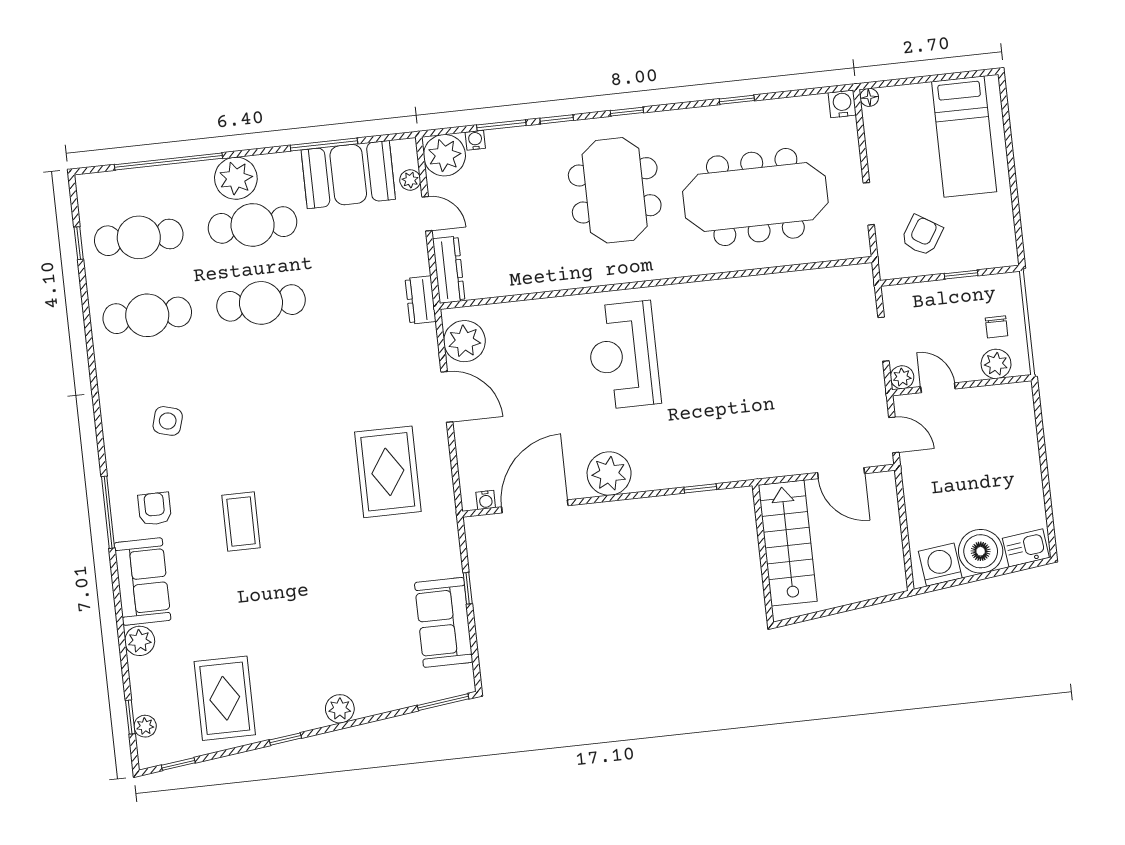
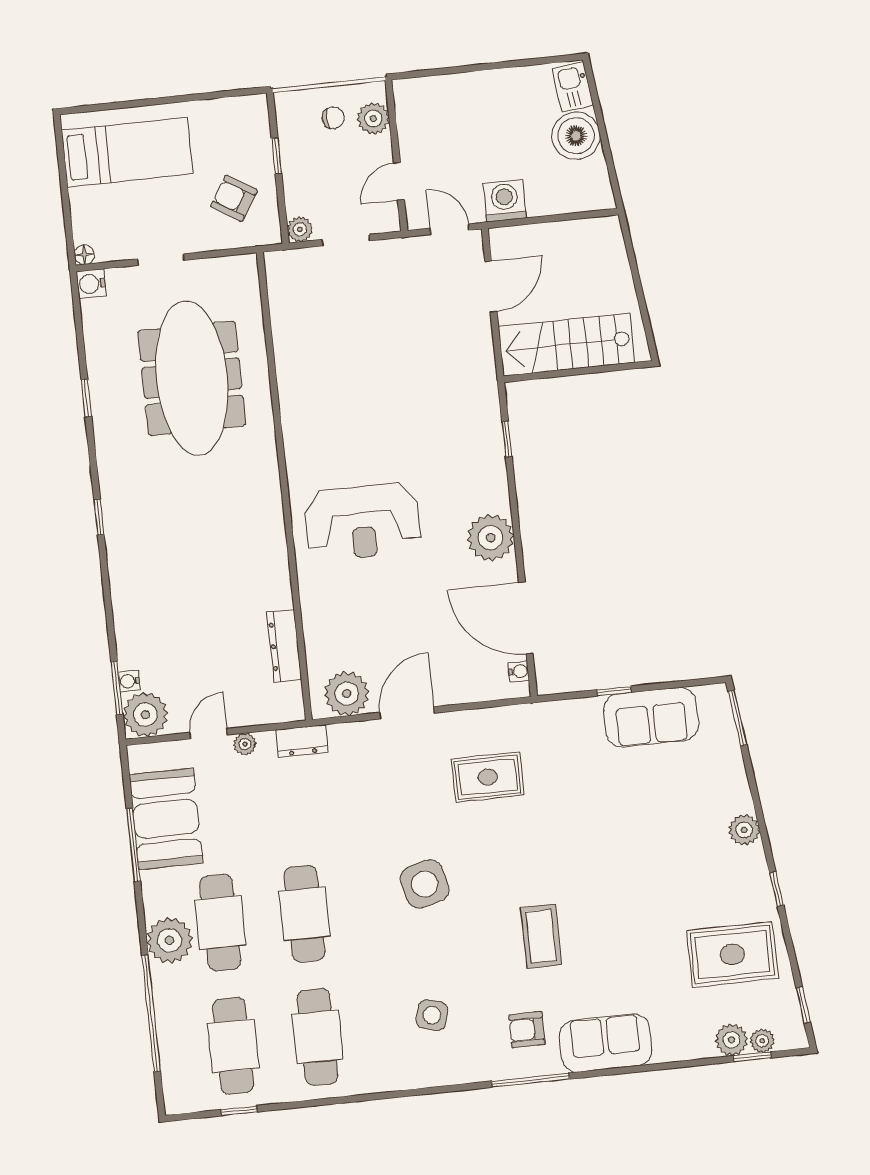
window: (557, 119) -> (107, 593), removed
window: (501, 125) -> (117, 688), moved
plant: (410, 180) -> (245, 744), moved
meeting table: (615, 190) -> (184, 530), removed
doorway: (869, 204) -> (161, 260), moved
dresser: (449, 270) -> (284, 646), moved, turned -90
plant: (902, 377) -> (300, 229), moved
side table: (289, 414) -> (425, 884), added
door: (894, 435) -> (450, 229), hinge flipped
rug: (388, 472) -> (488, 777), width x0.73, depth x0.70
coffee table: (241, 522) -> (541, 936), turned 90
washing machine: (940, 565) -> (505, 201), moved, turned 97
plant: (140, 641) -> (731, 1040), moved

